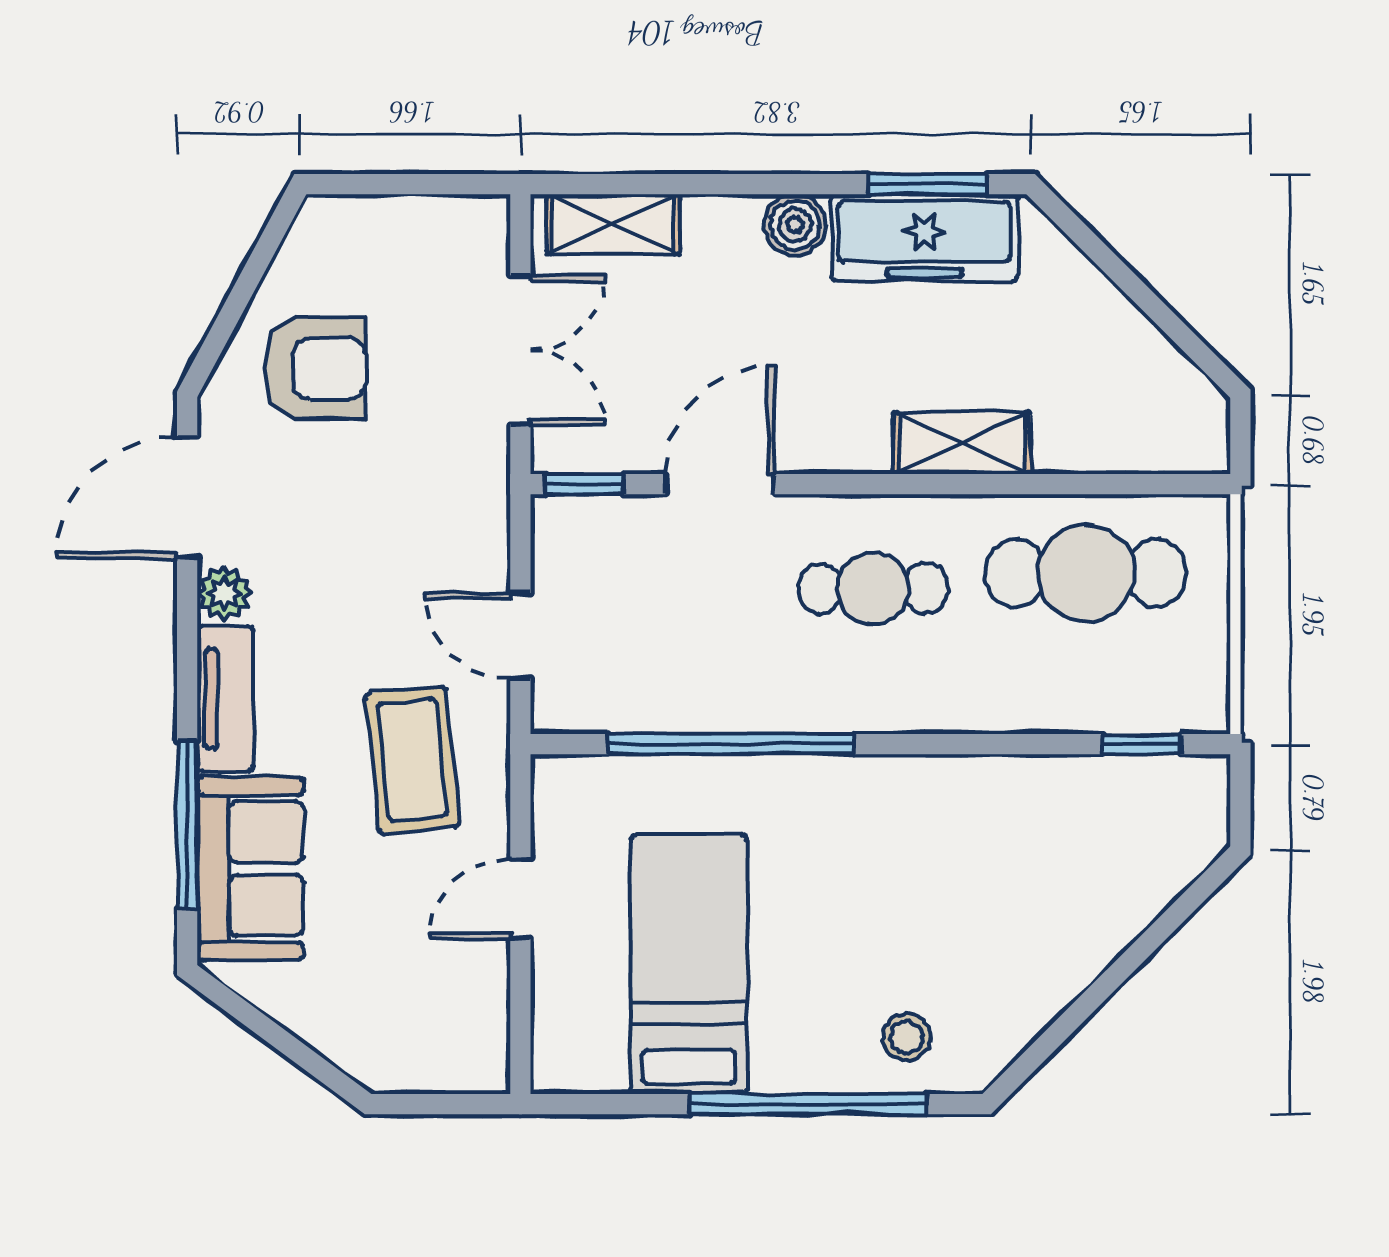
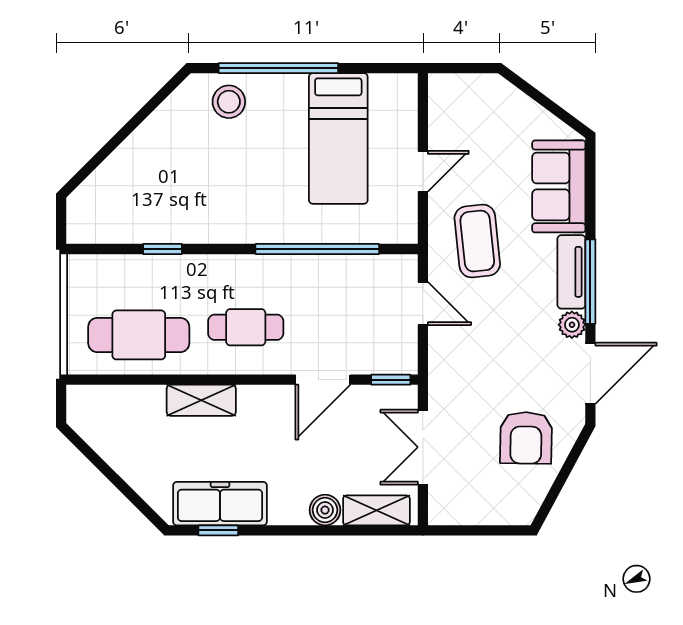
window: (928, 184) -> (218, 530), width x0.67
boiler: (795, 225) -> (325, 510), moved
armchair: (316, 368) -> (526, 438), turned -89
window: (1142, 744) -> (162, 249), moved
window: (187, 824) -> (590, 282), moved
stool: (907, 1037) -> (229, 102), width x1.37, depth x1.37

